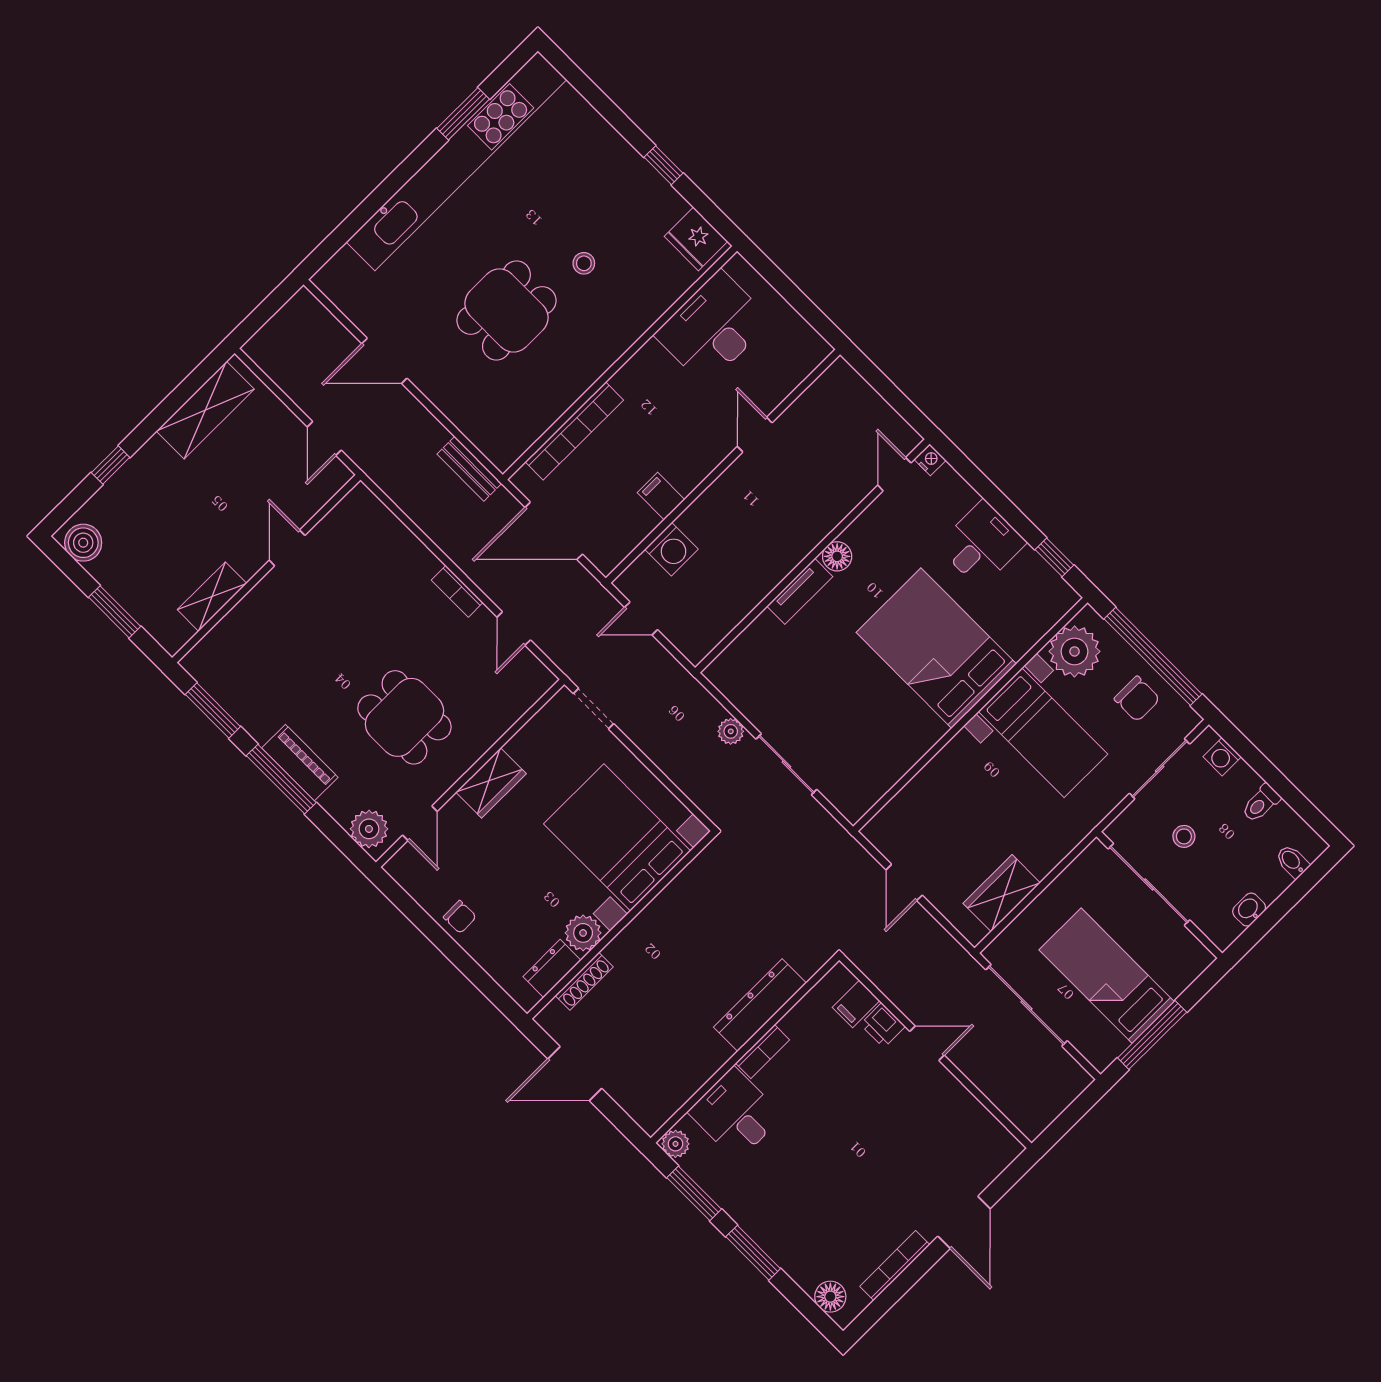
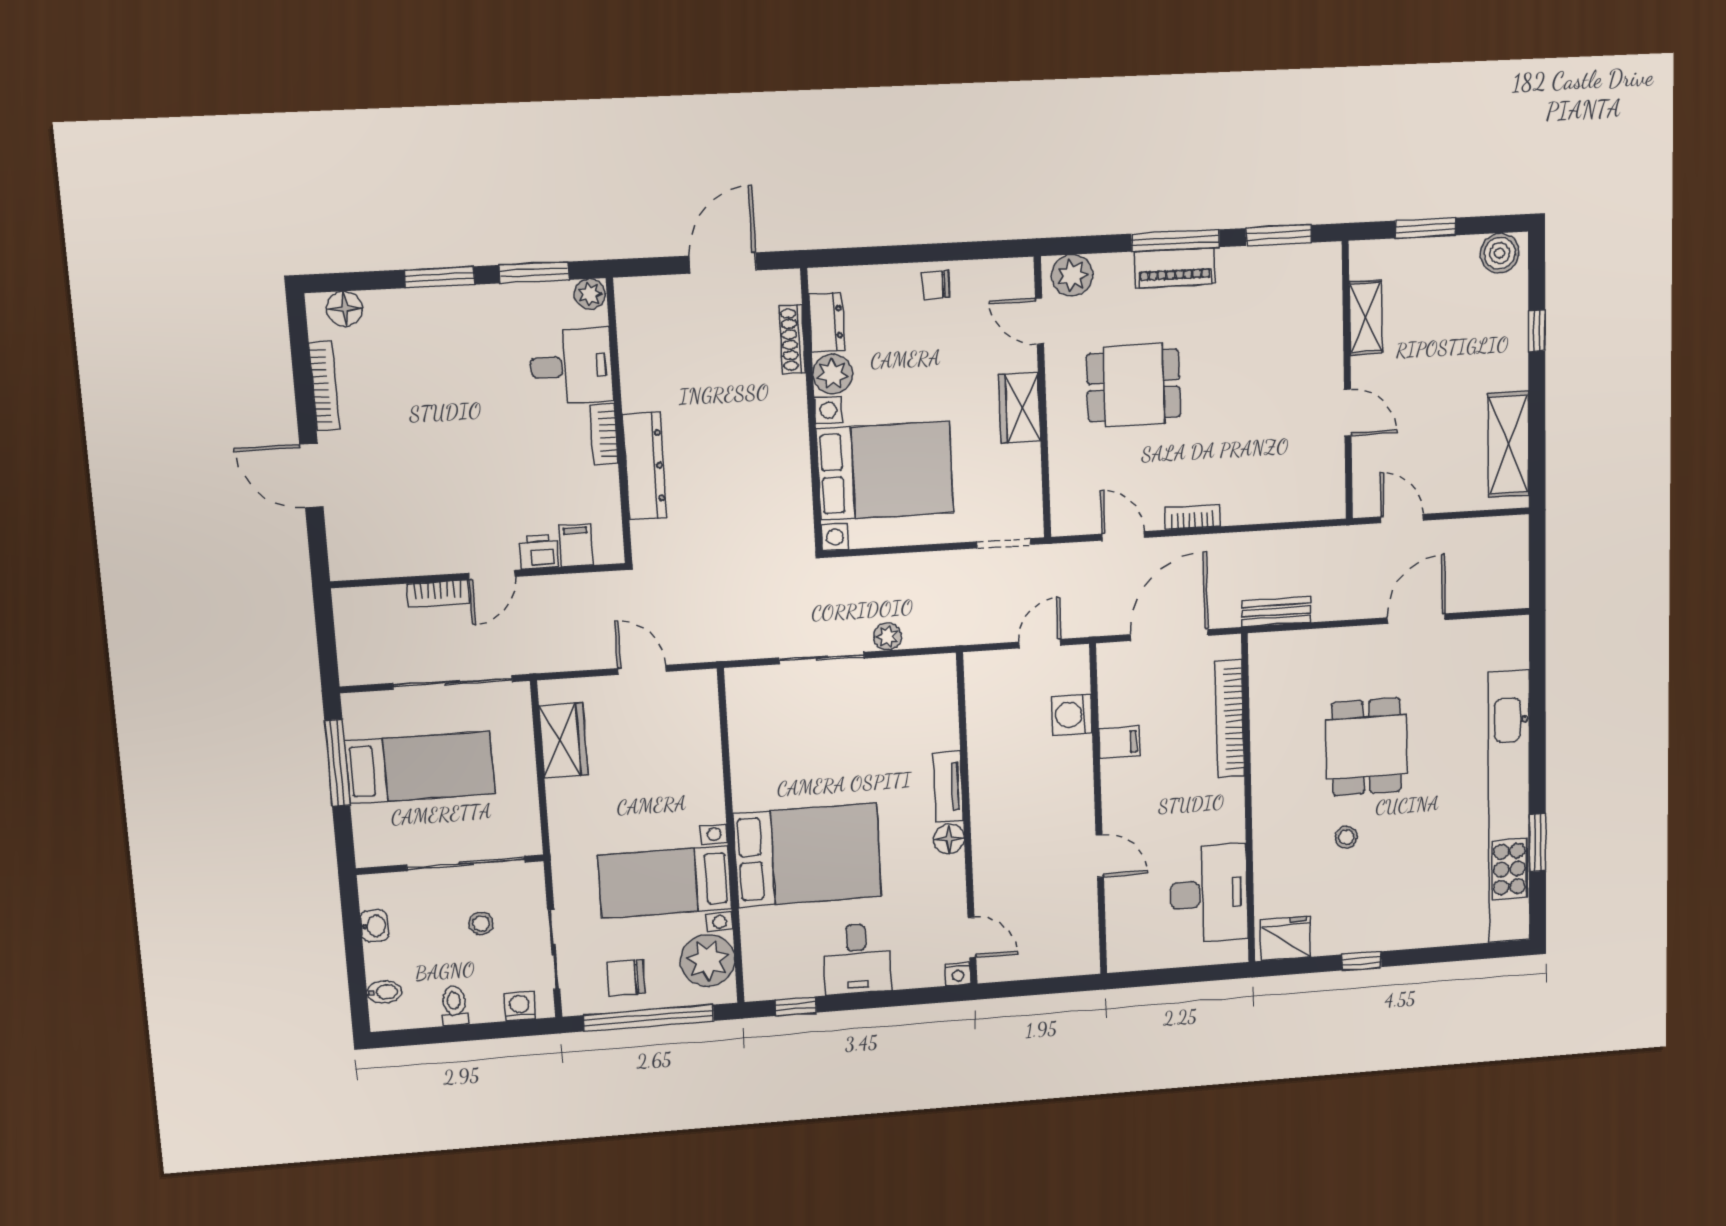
bookcase: (972, 1069) -> (438, 594), added

